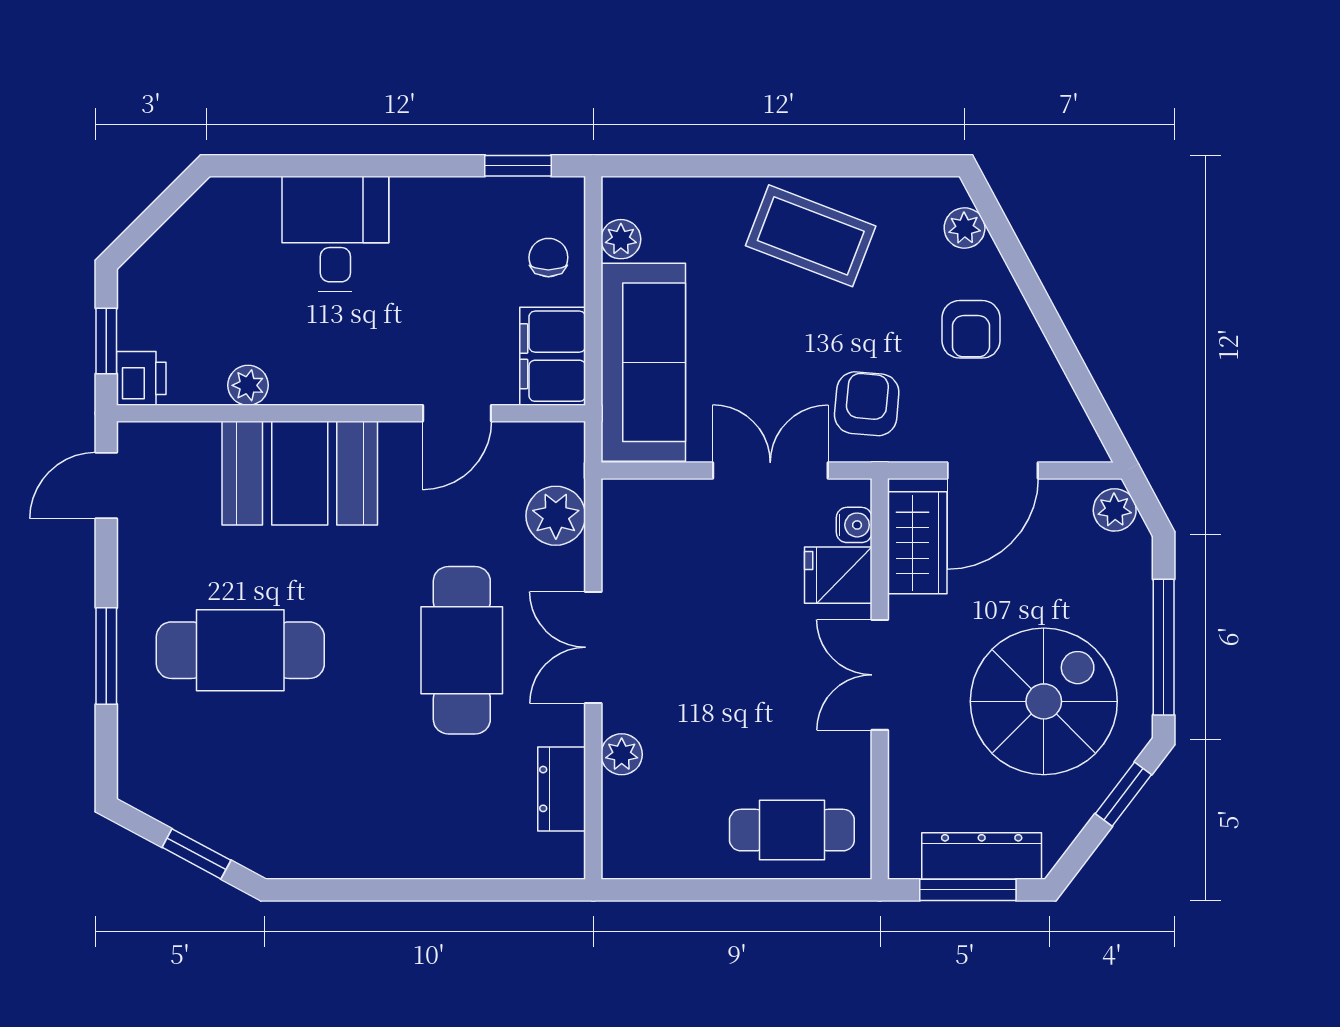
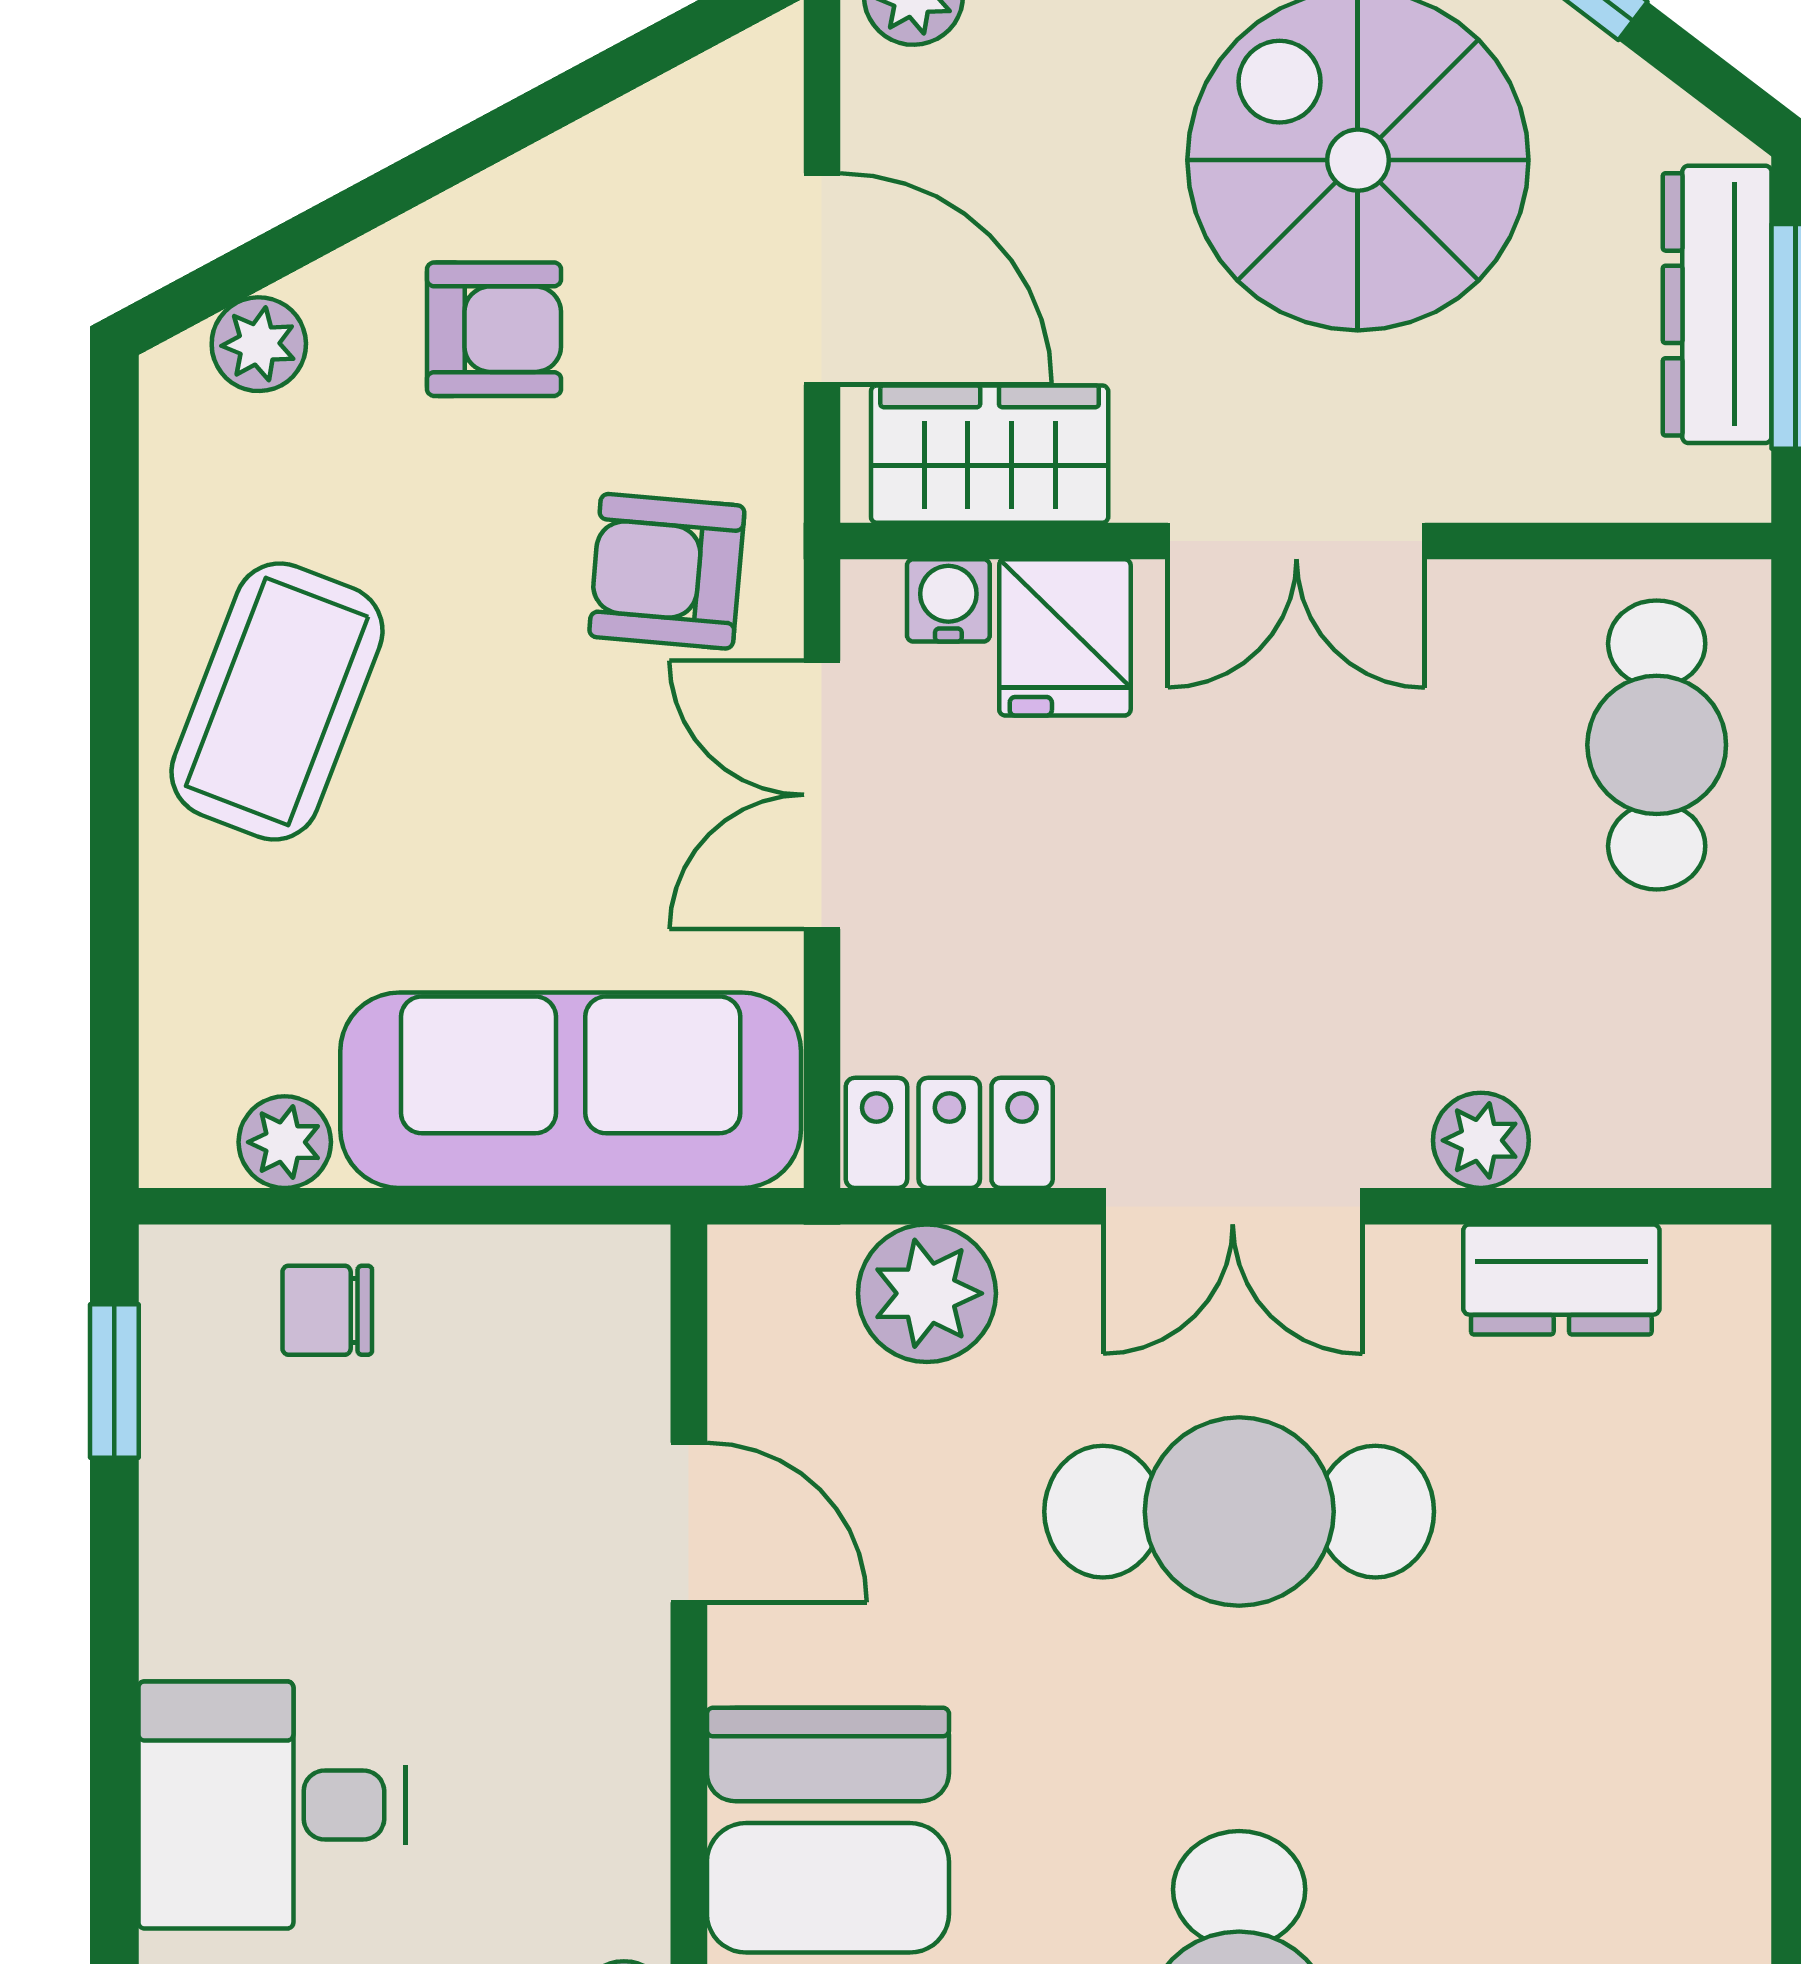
filing cabinet: (553, 356) -> (557, 1300), removed
locker: (625, 525) -> (949, 1133), added

